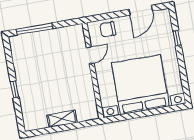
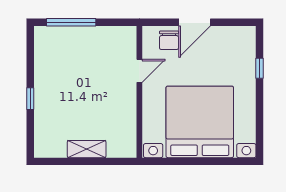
door: (141, 10) -> (195, 22), moved
chair: (108, 29) -> (169, 40), turned -90

